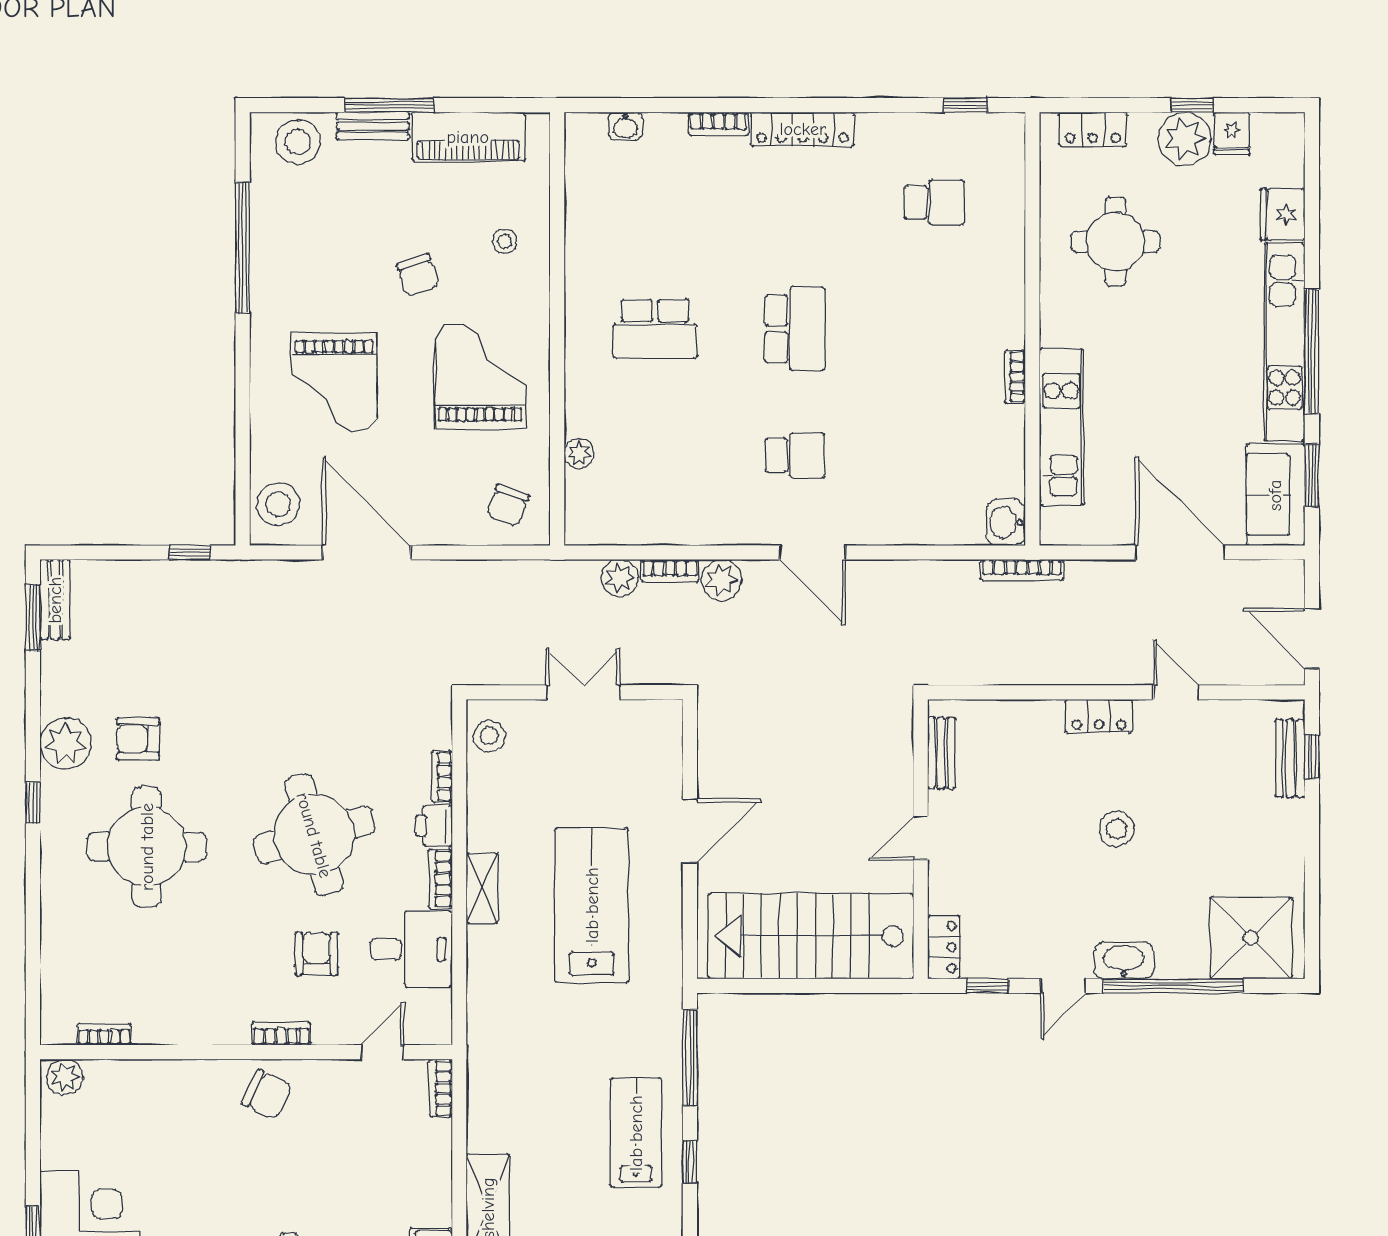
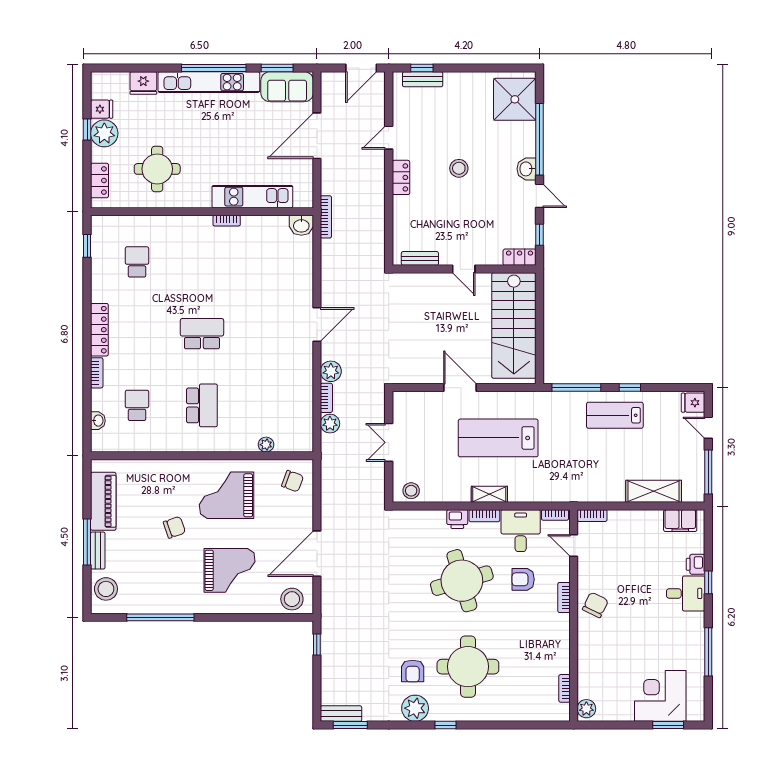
stool: (505, 241) -> (157, 483), removed
school desk: (795, 455) -> (137, 405), moved
bookcase: (442, 777) -> (555, 515), moved
washbasin: (1124, 960) -> (526, 169), width x0.72

